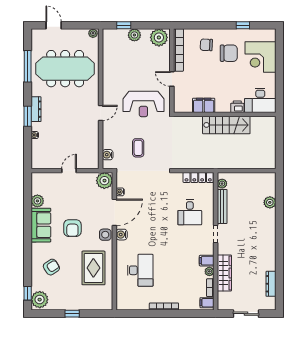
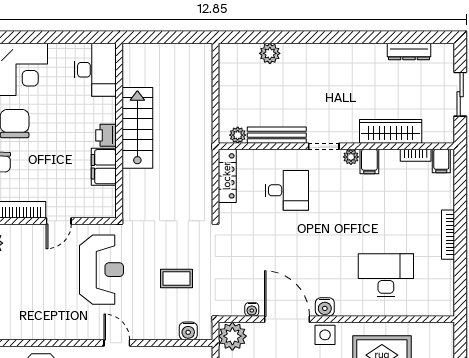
printer: (237, 107) -> (106, 135), moved
plant: (209, 271) -> (351, 157), moved

